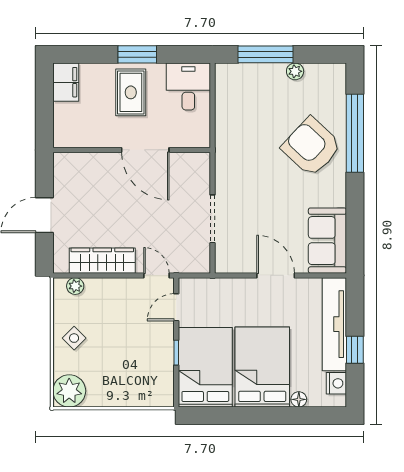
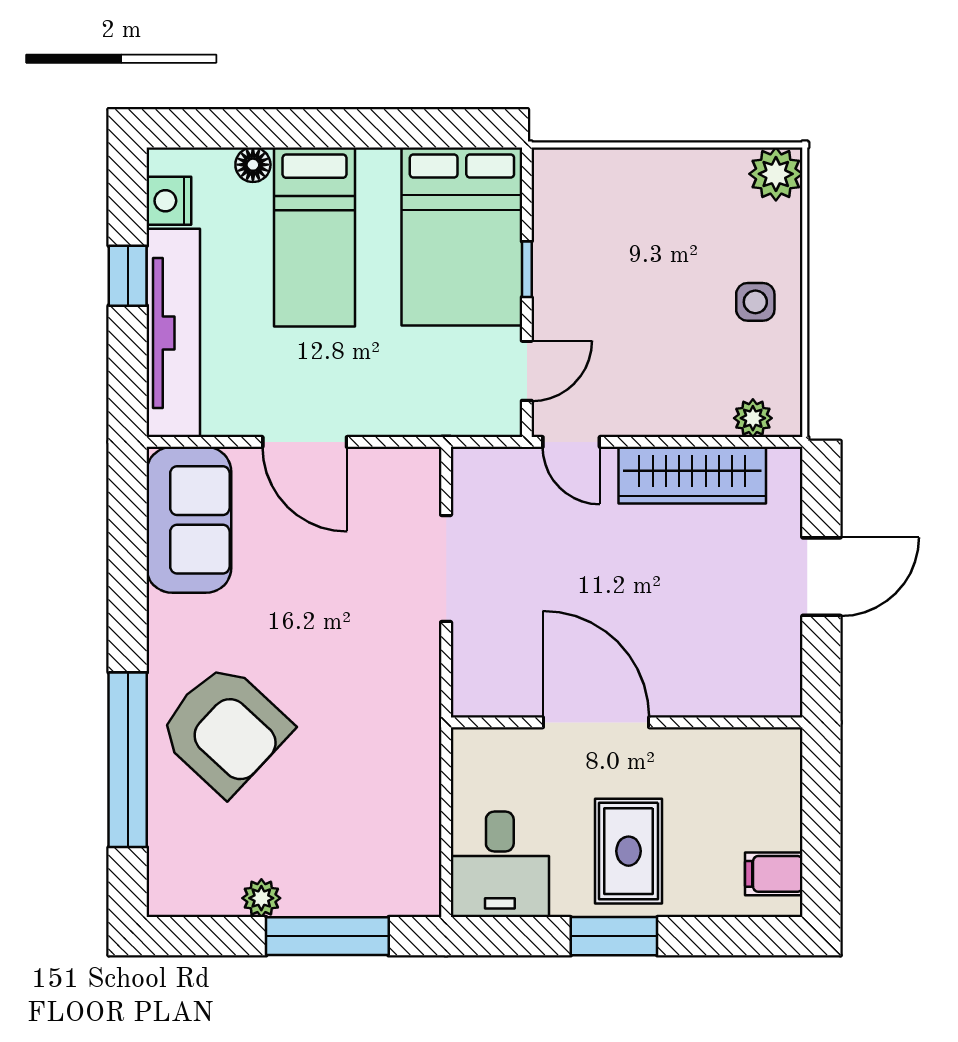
filing cabinet: (66, 82) -> (774, 874), width x0.50
side table: (74, 338) -> (755, 302), turned 45
bed: (262, 367) -> (315, 237), width x0.67
plant: (69, 391) -> (776, 174), width x0.73, depth x0.73

